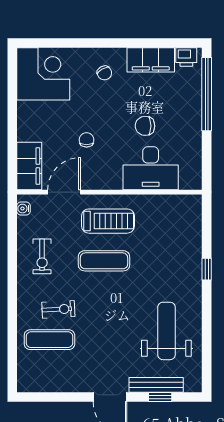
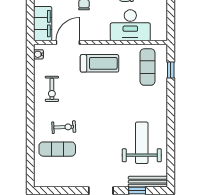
exercise mat: (104, 261) -> (148, 67), moved, turned 90
window: (207, 269) -> (171, 70), moved
bench: (156, 385) -> (148, 182), moved

